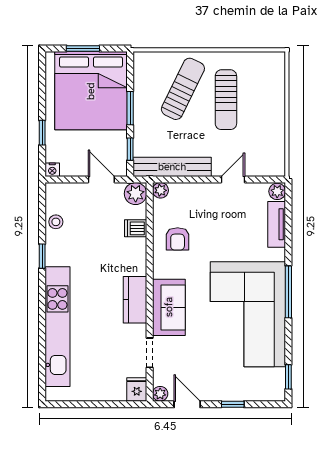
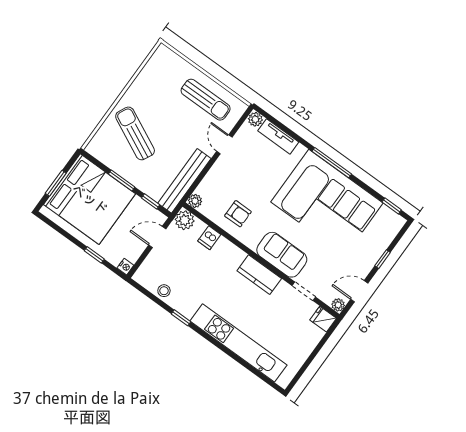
sun lounger: (226, 100) -> (206, 100), moved

